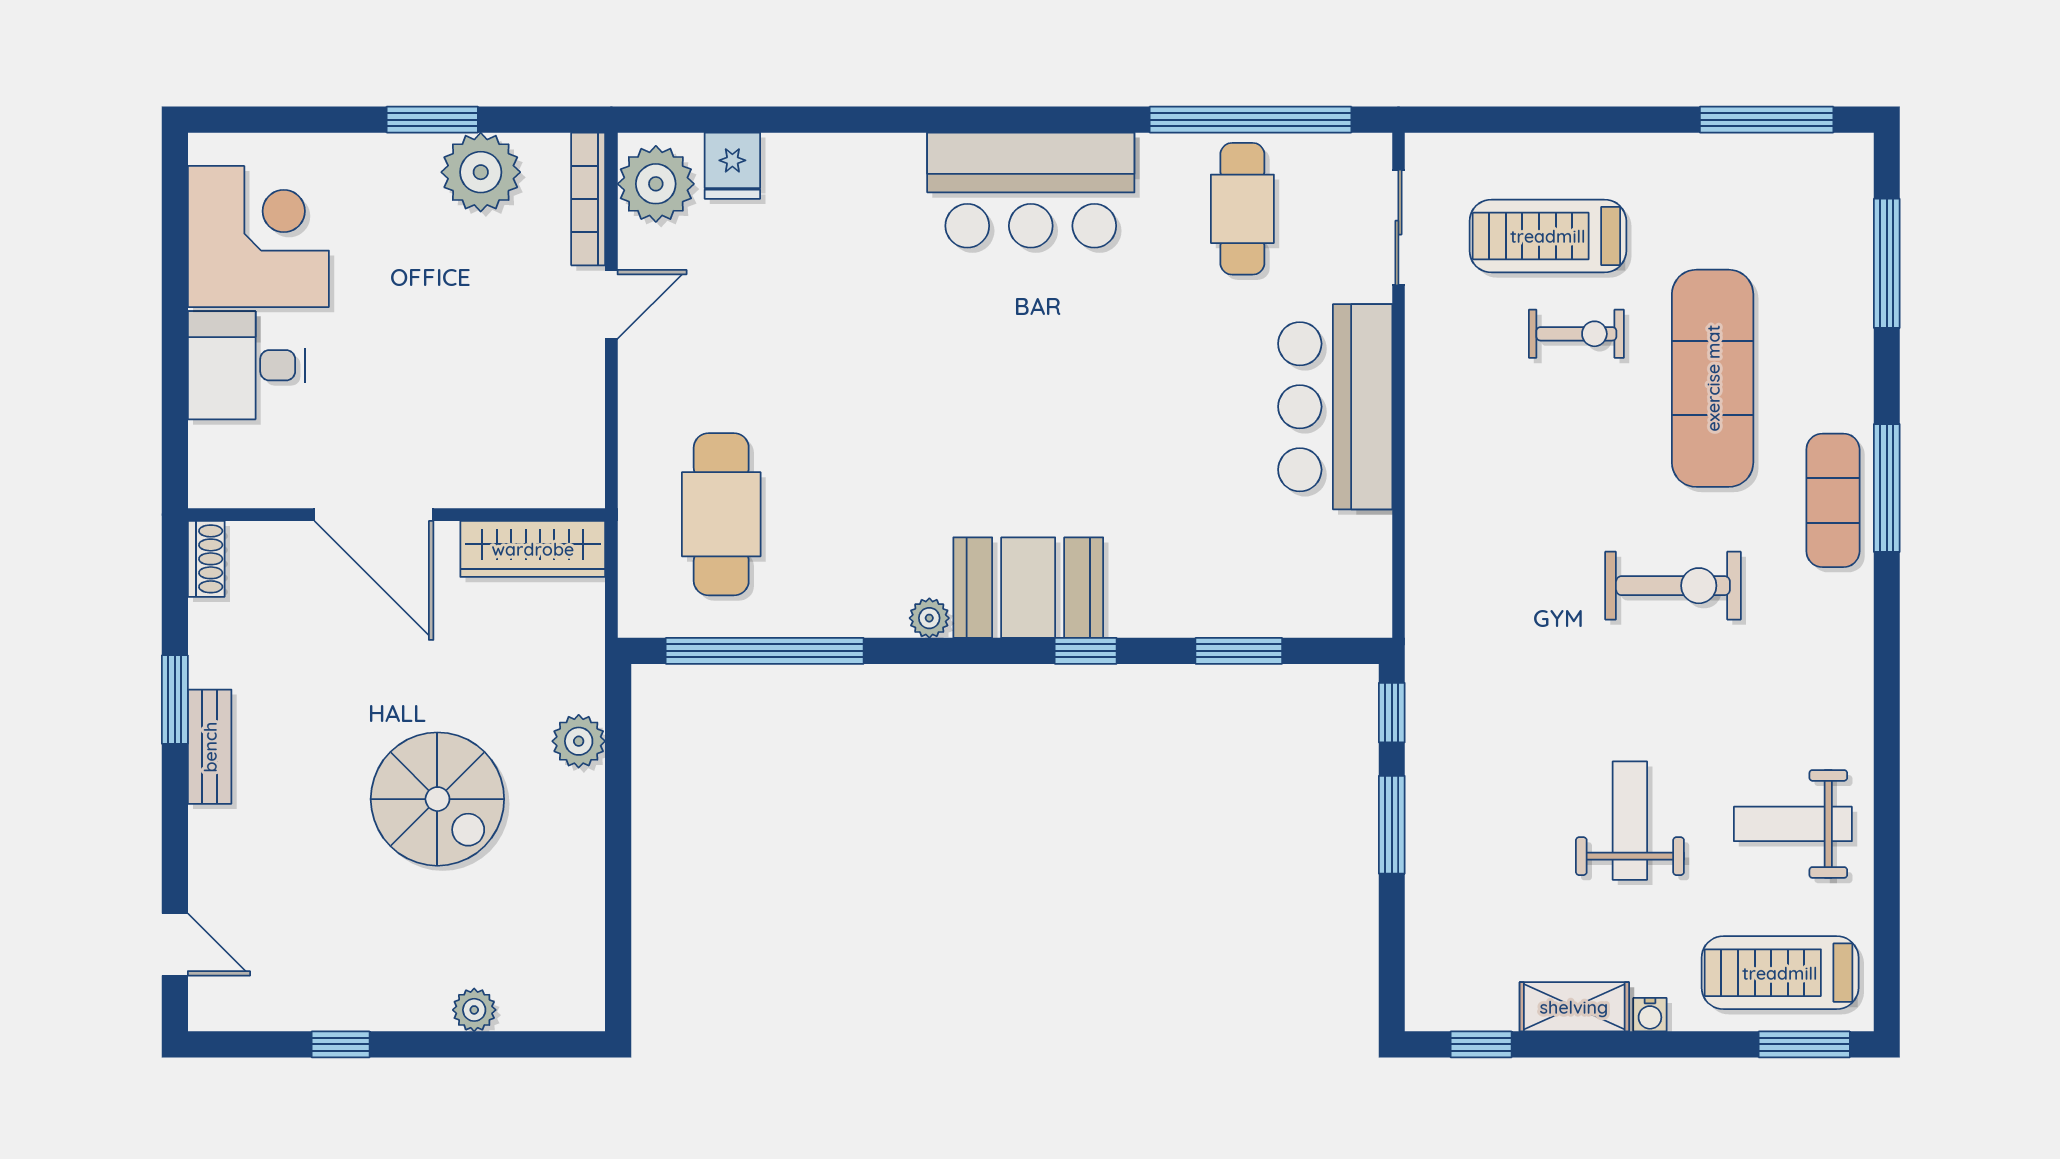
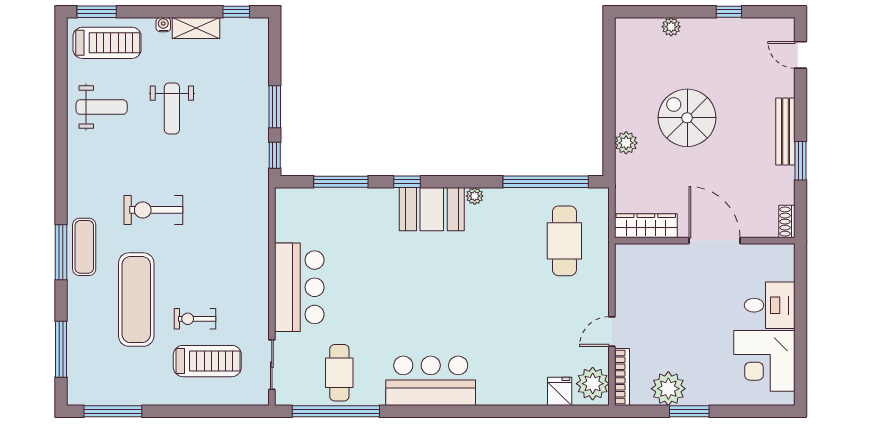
window: (1239, 651) -> (341, 182), width x1.44
bench: (210, 747) -> (785, 131), width x1.36

